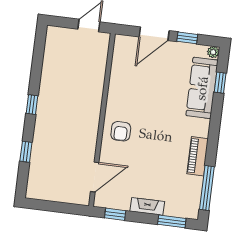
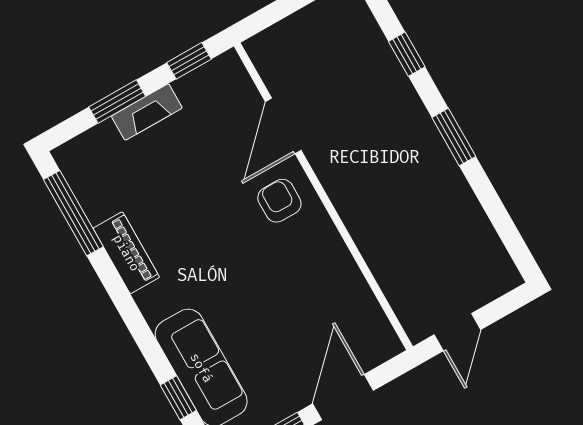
window: (32, 105) -> (454, 137), width x1.50
door: (95, 177) -> (283, 126), moved
window: (172, 221) -> (117, 102), moved

